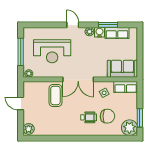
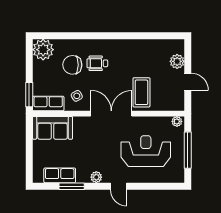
water cooler: (99, 32) -> (83, 176), removed
window: (140, 118) -> (29, 95), moved
plant: (29, 129) -> (177, 61), moved

